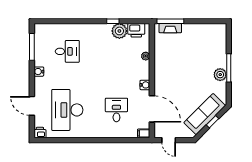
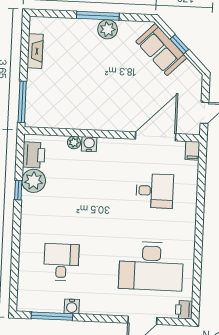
fireplace: (170, 28) -> (35, 51), moved
water cooler: (39, 72) -> (72, 306), moved
water cooler: (145, 85) -> (89, 144), moved
desk: (116, 110) -> (155, 191), turned 180
sofa: (205, 114) -> (161, 50), width x0.73

